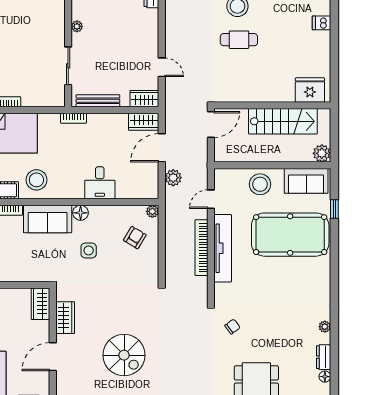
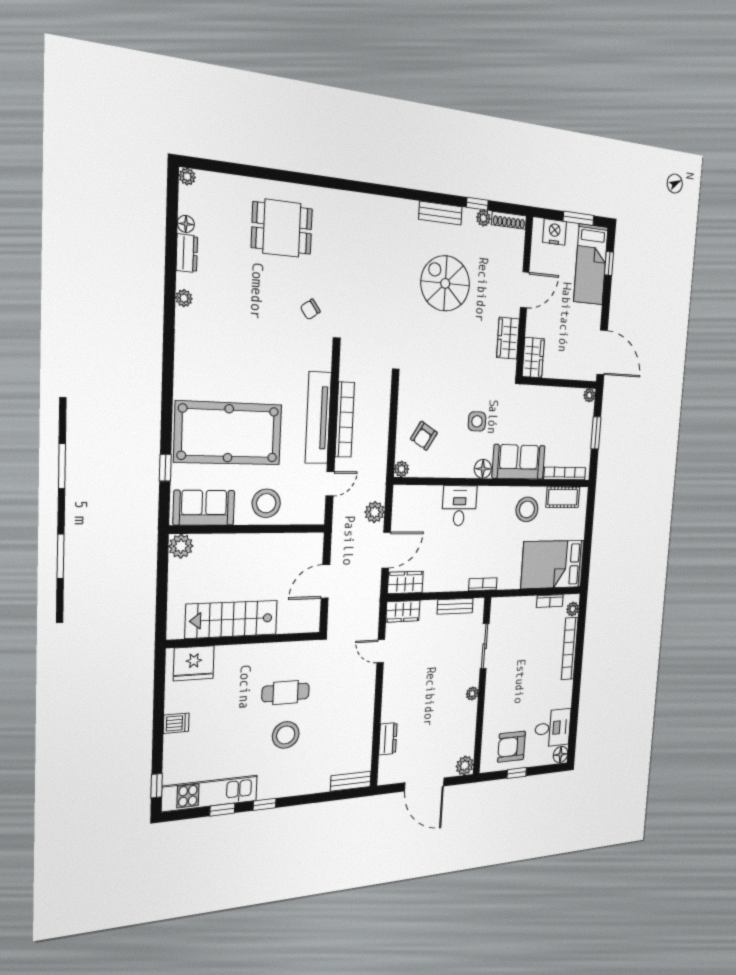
fridge: (310, 90) -> (194, 663), moved
bench: (98, 101) -> (455, 606), width x0.73
wall: (272, 105) -> (245, 640), moved
stairs: (283, 121) -> (232, 619), moved

